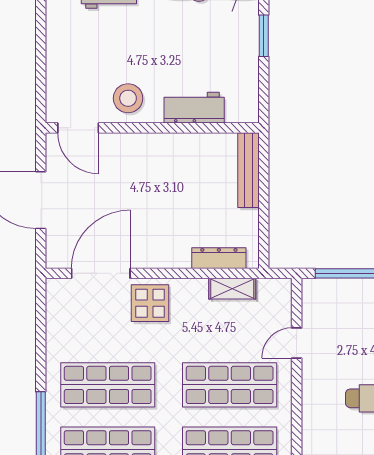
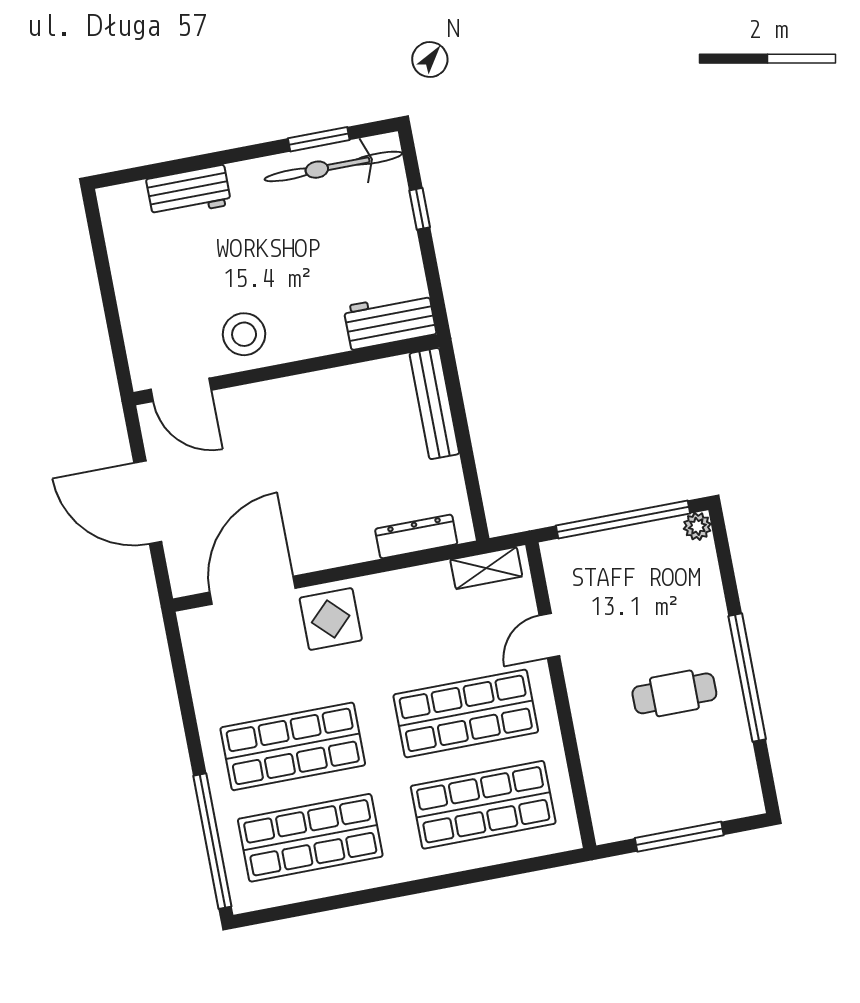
window: (264, 36) -> (420, 209), width x0.67
workbench: (194, 108) -> (390, 320), moved
shelving: (232, 289) -> (486, 568), moved

